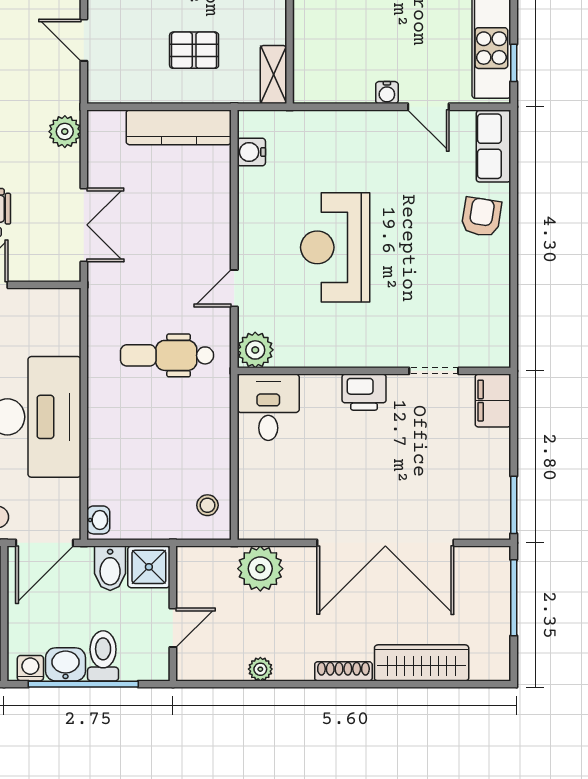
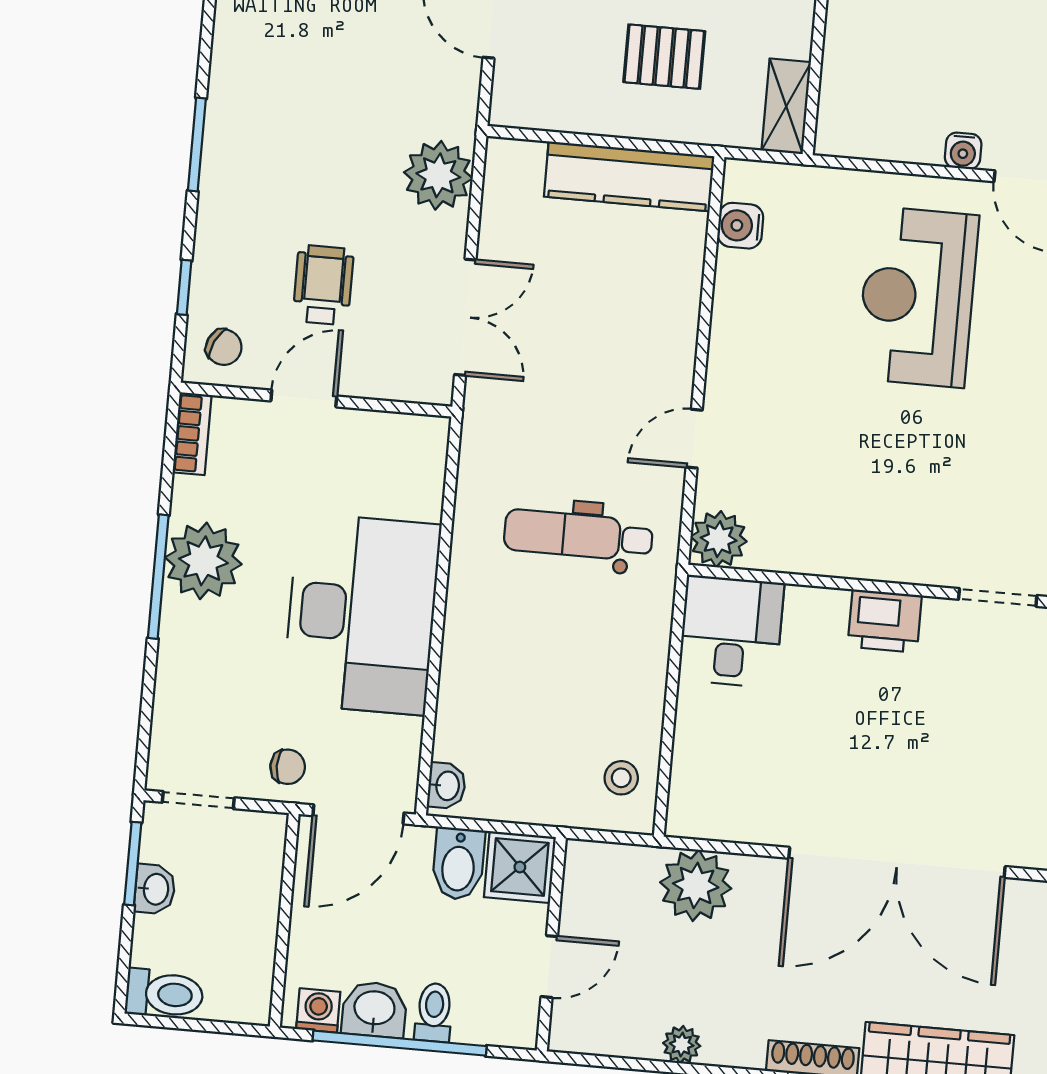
plant: (65, 132) -> (438, 175), width x1.36, depth x1.36
reception desk: (335, 247) -> (917, 297), moved
toilet: (103, 656) -> (434, 1012), width x0.73, depth x0.72

